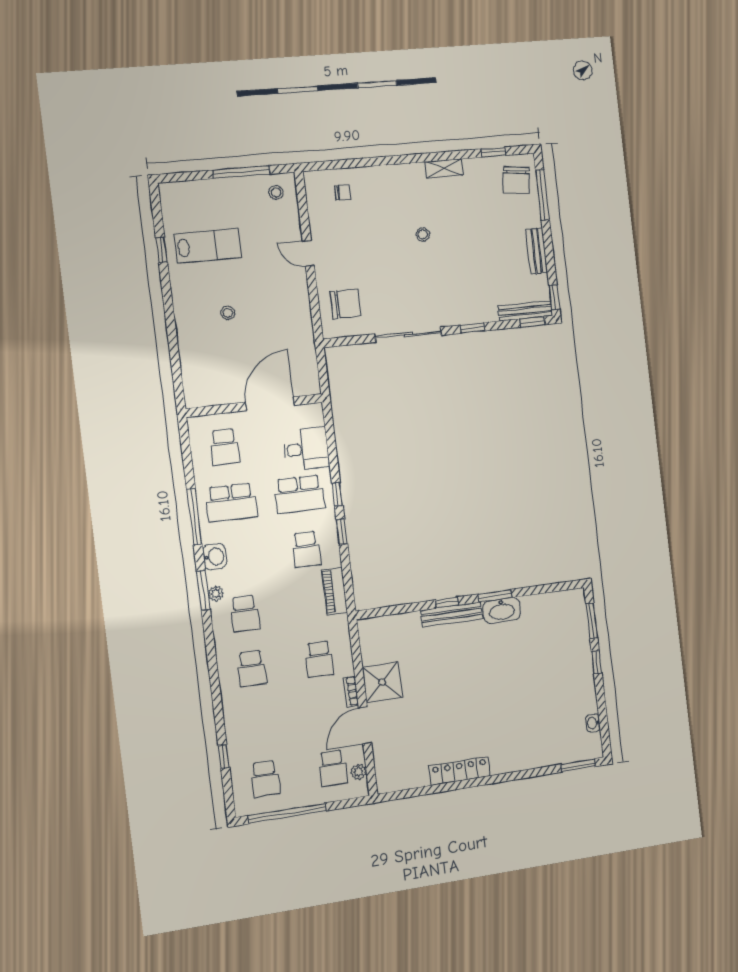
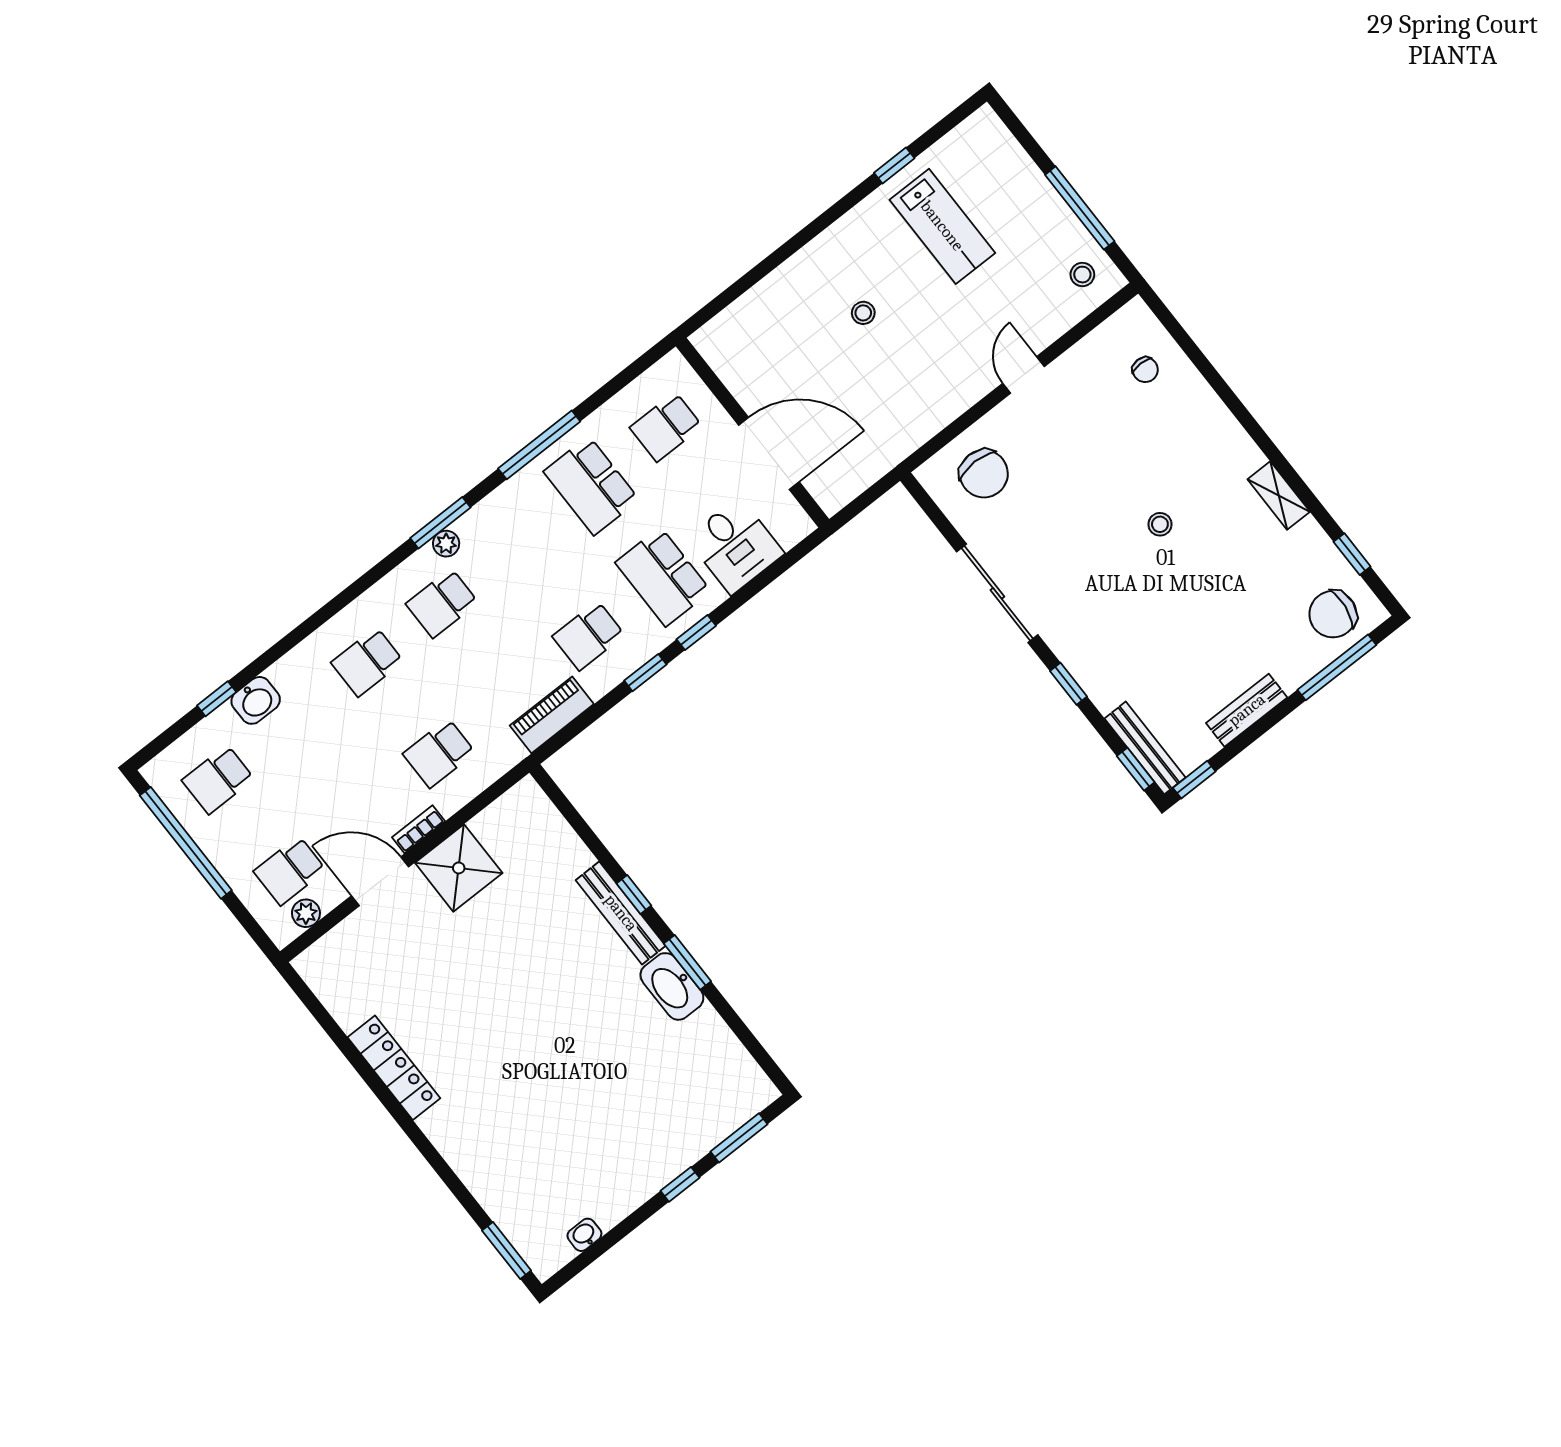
washbasin: (215, 557) -> (256, 700), moved

